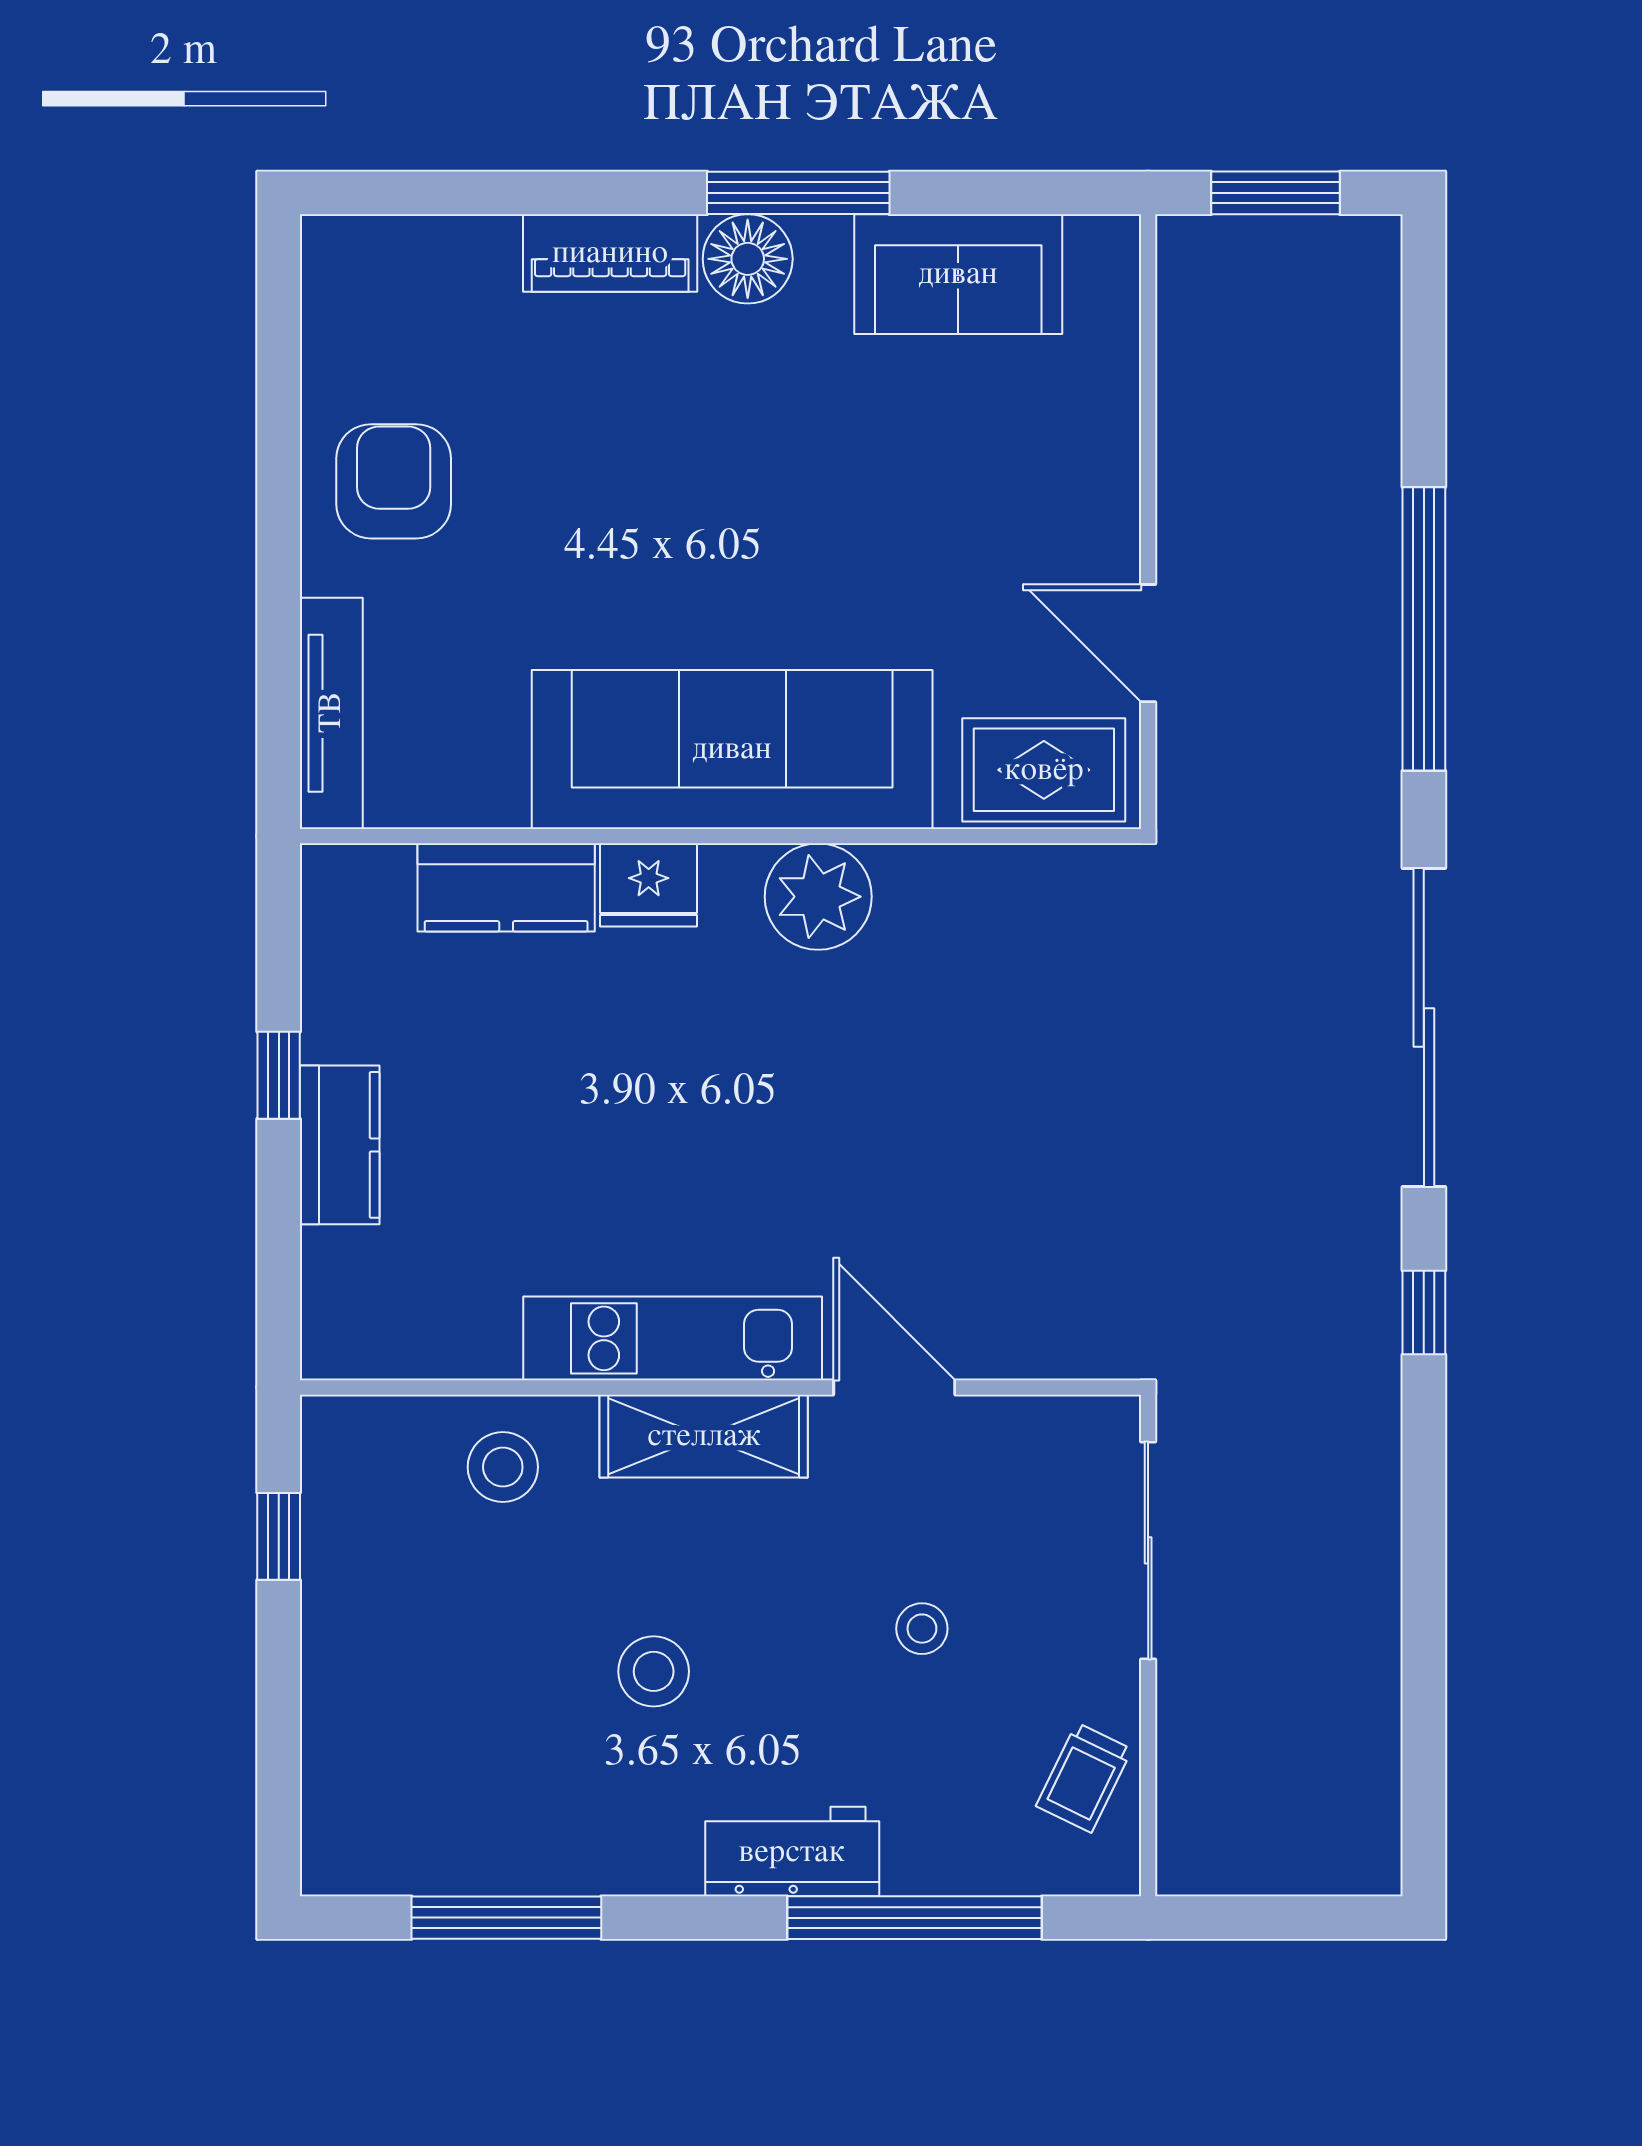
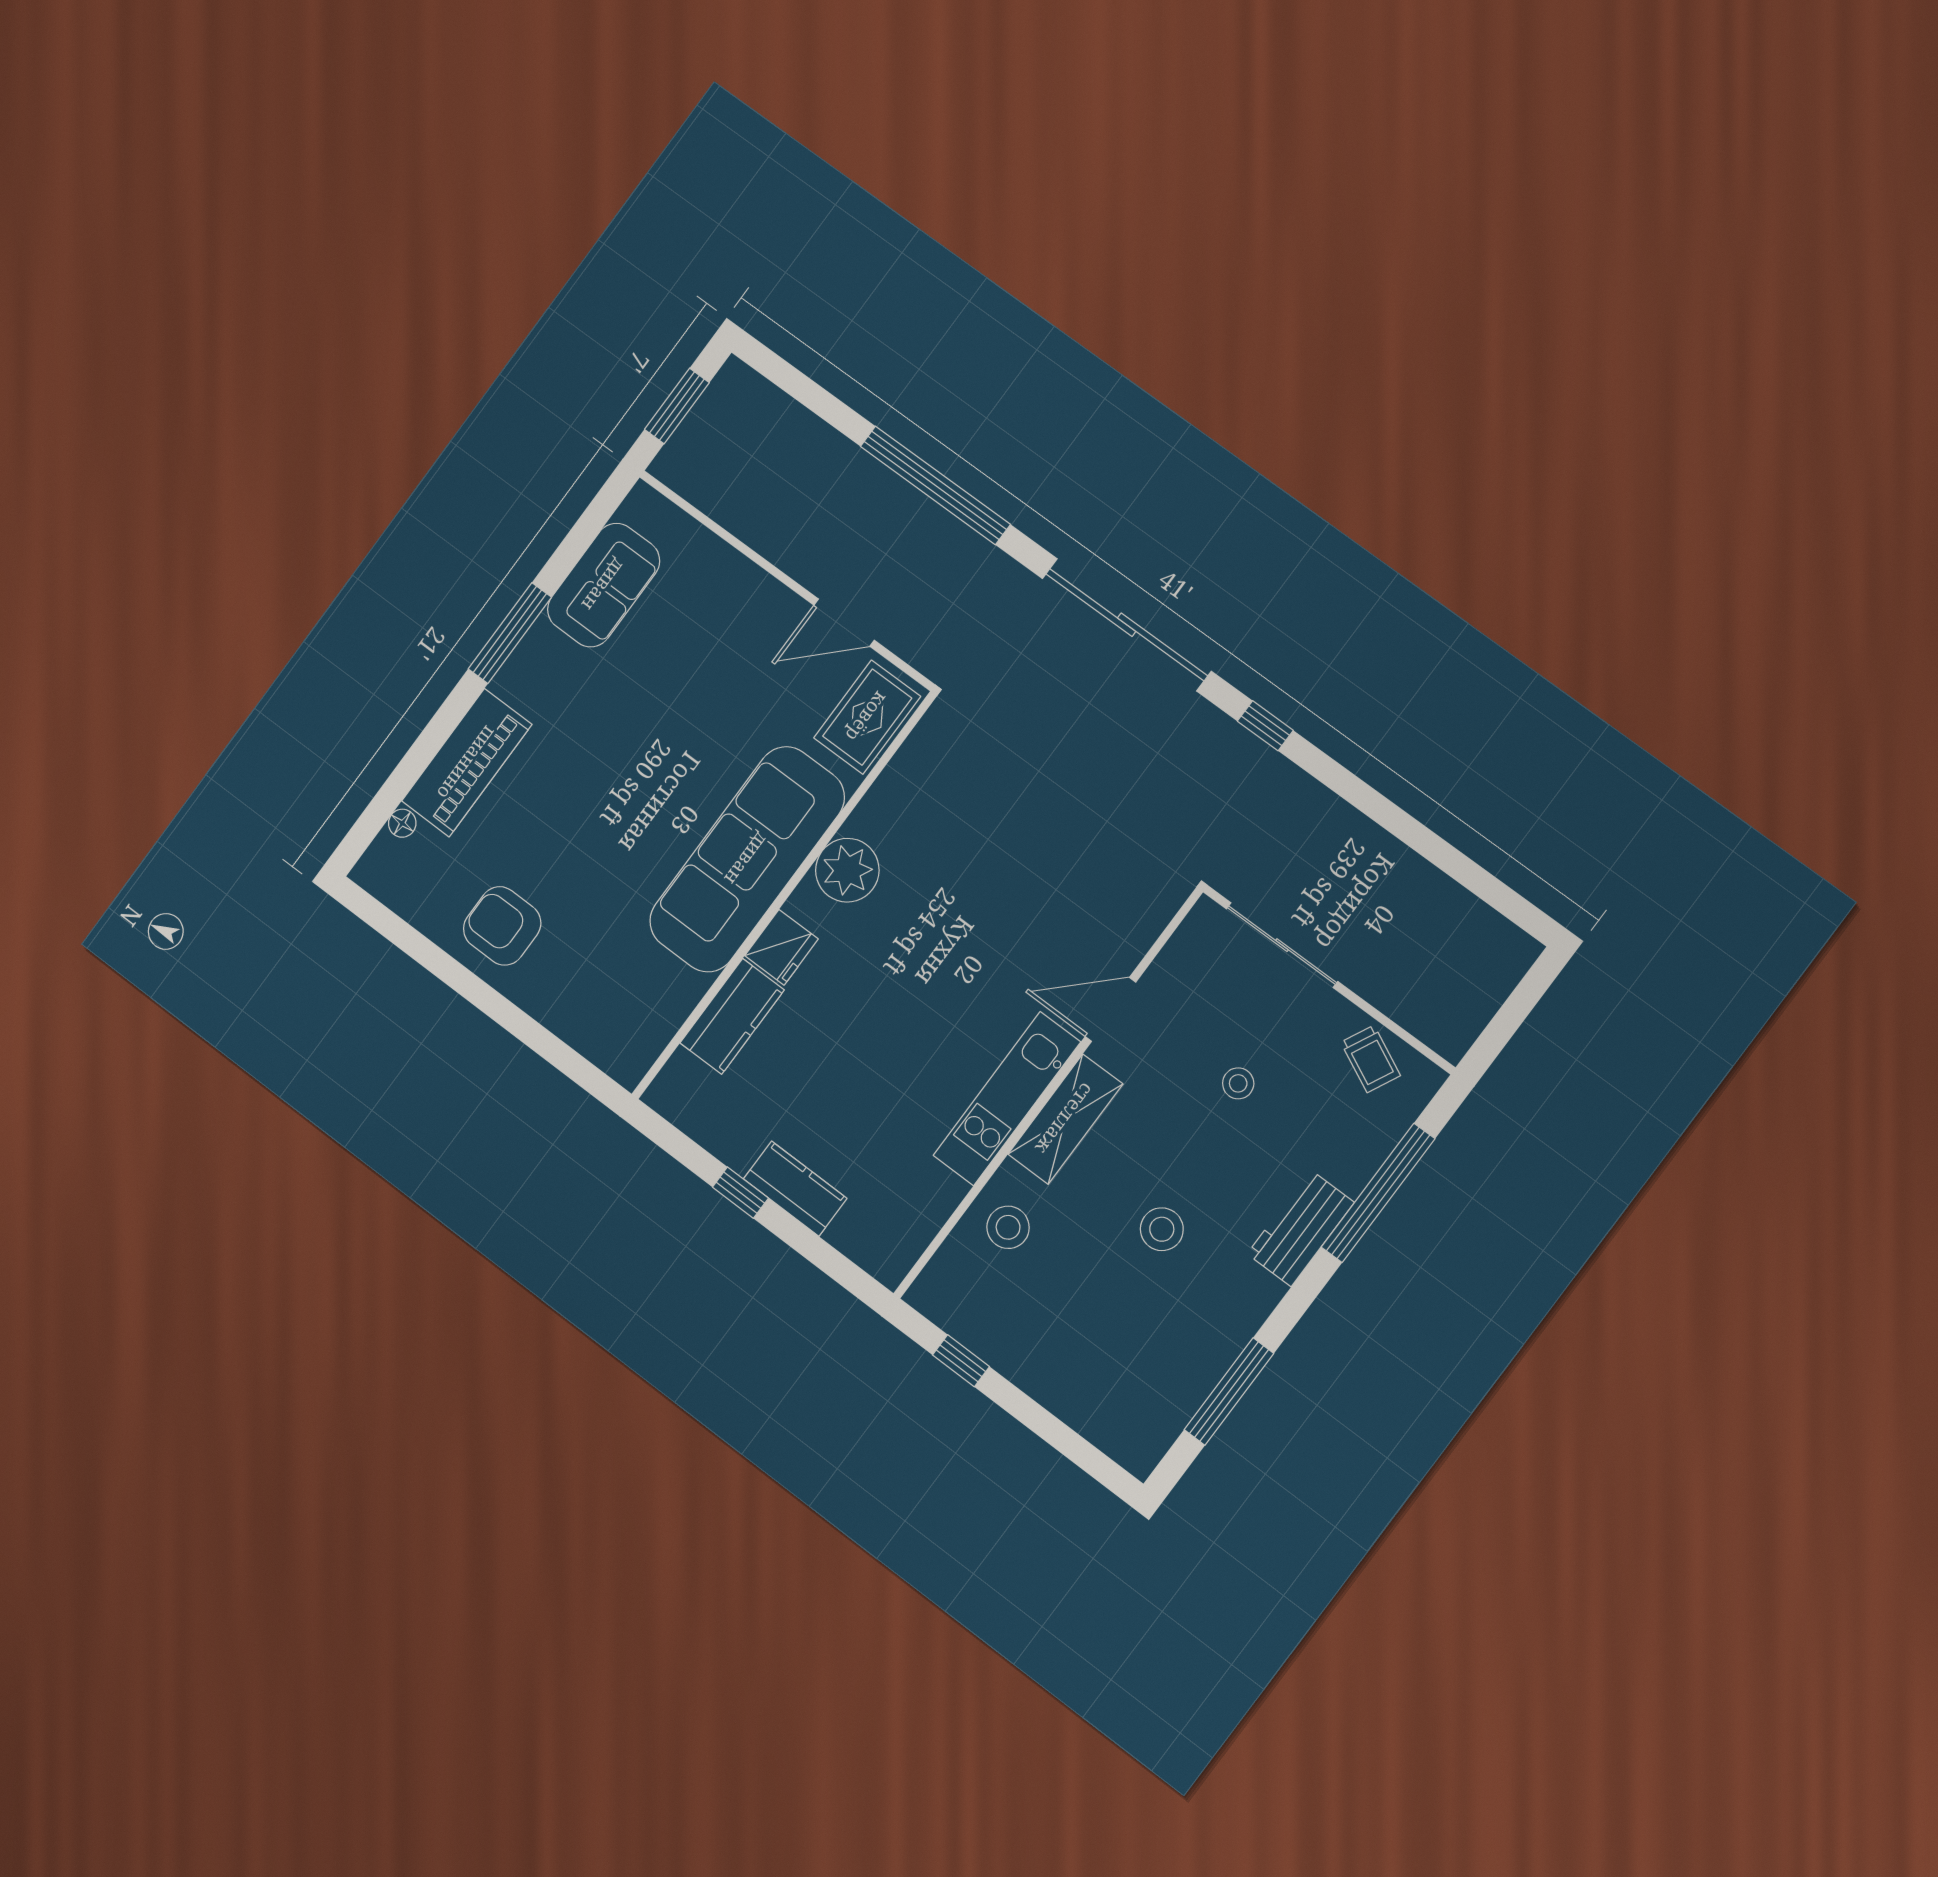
piano: (610, 253) -> (467, 763), width x1.37, depth x1.33
floor lamp: (748, 259) -> (402, 823), moved, width x0.53, depth x0.53
tv unit: (331, 713) -> (588, 1038), removed

